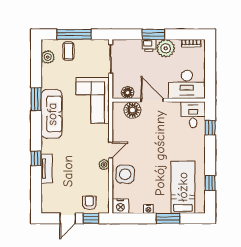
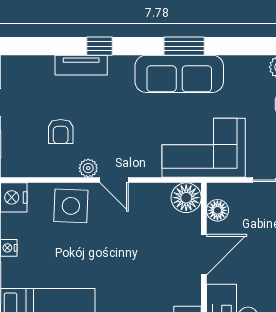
window: (36, 99) -> (184, 46), moved
floor lamp: (132, 110) -> (186, 198), moved
armchair: (89, 203) -> (61, 132), moved, turned 90

